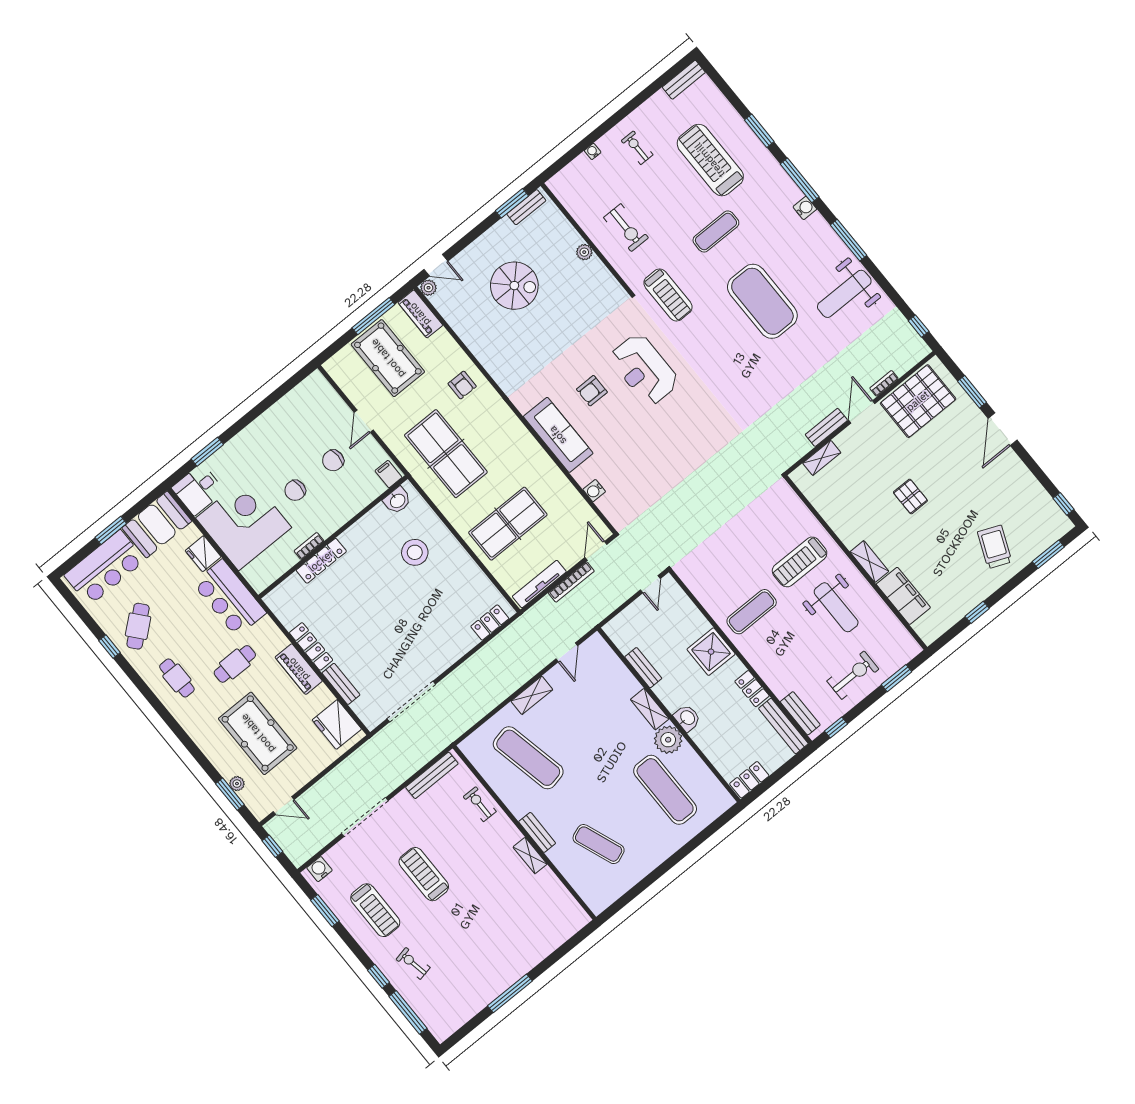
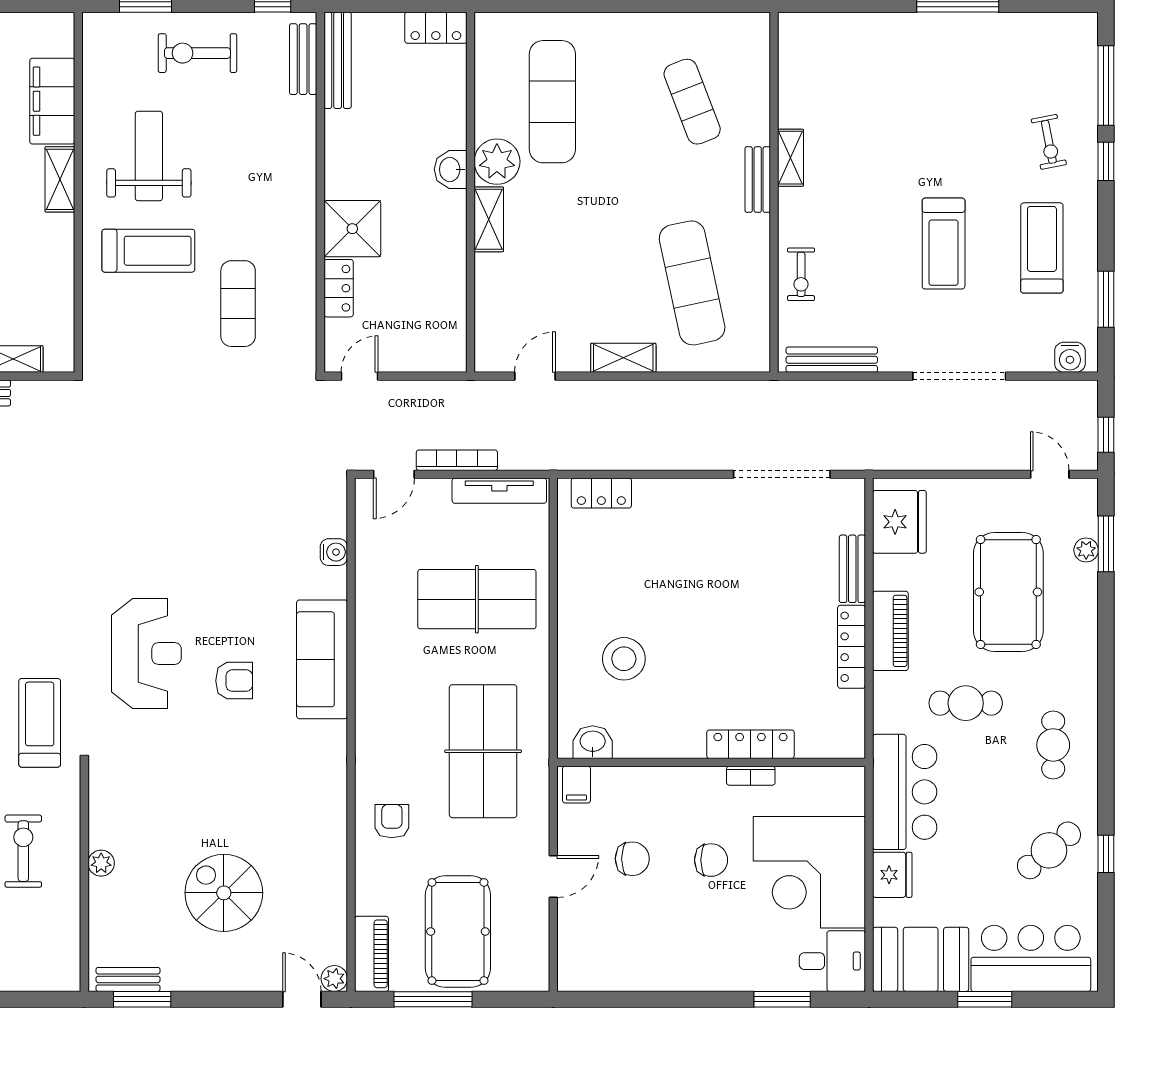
exercise mat: (752, 612) -> (238, 304), moved, turned 90
bench: (643, 668) -> (454, 278), removed
locker: (752, 689) -> (339, 288), moved

